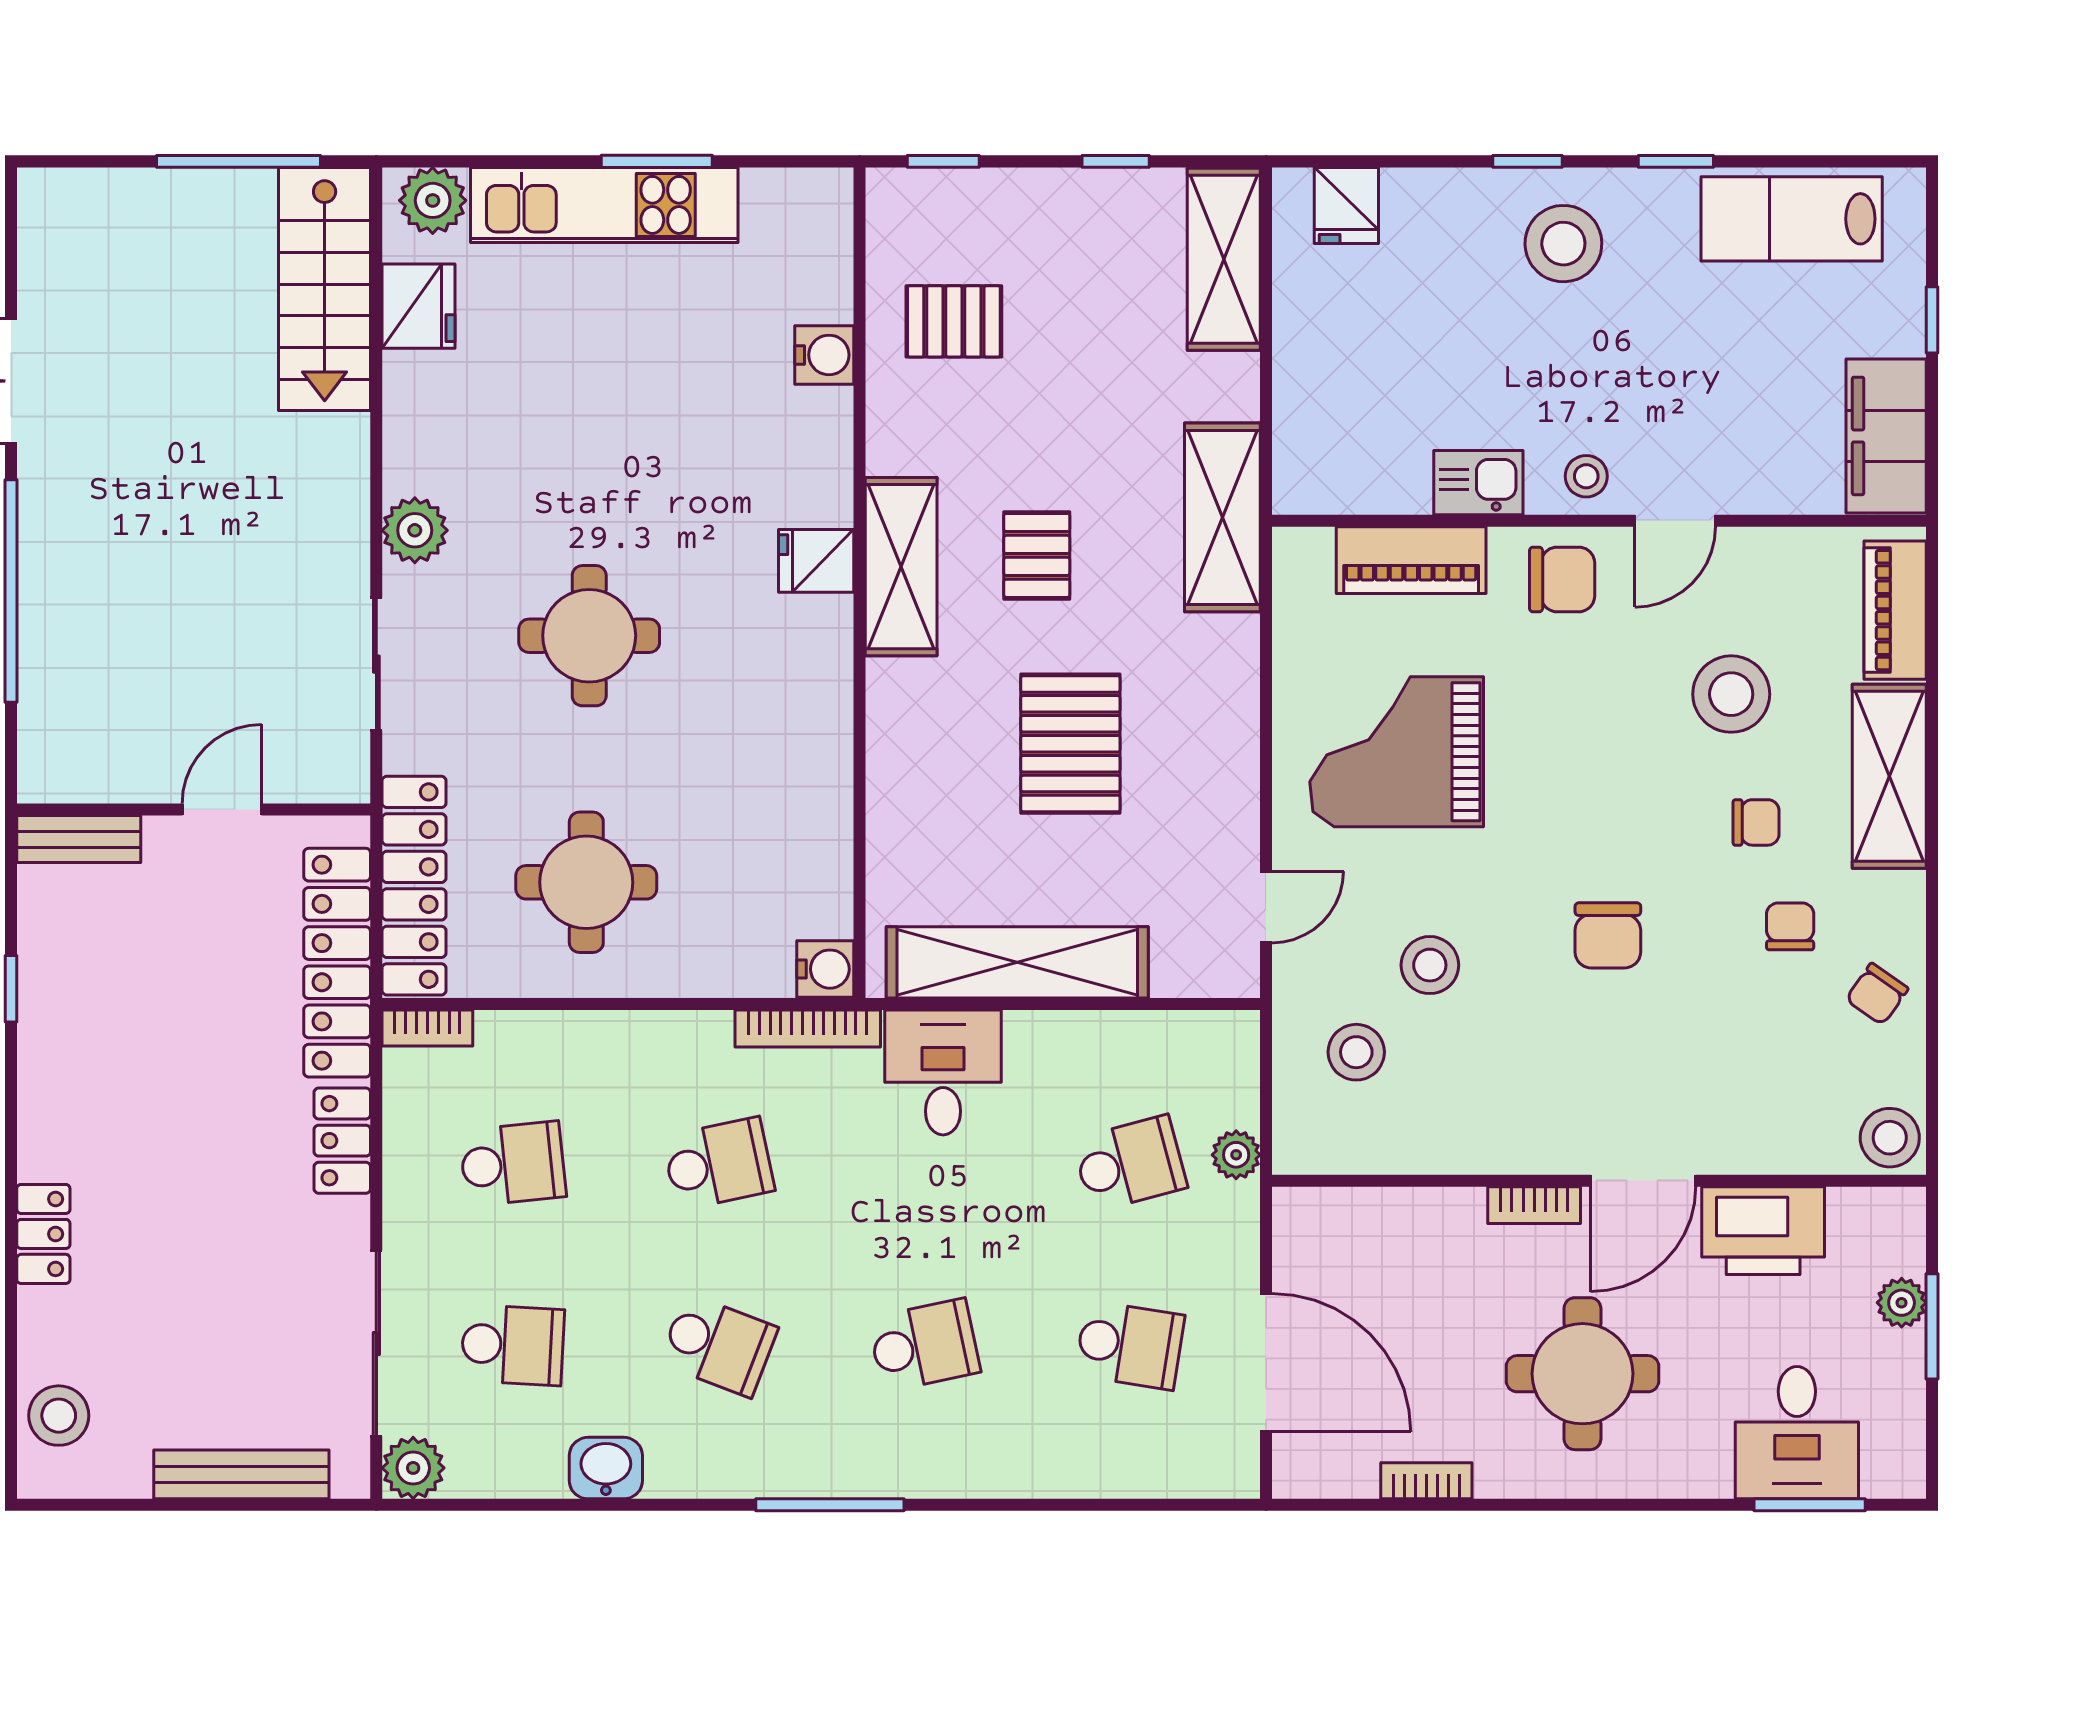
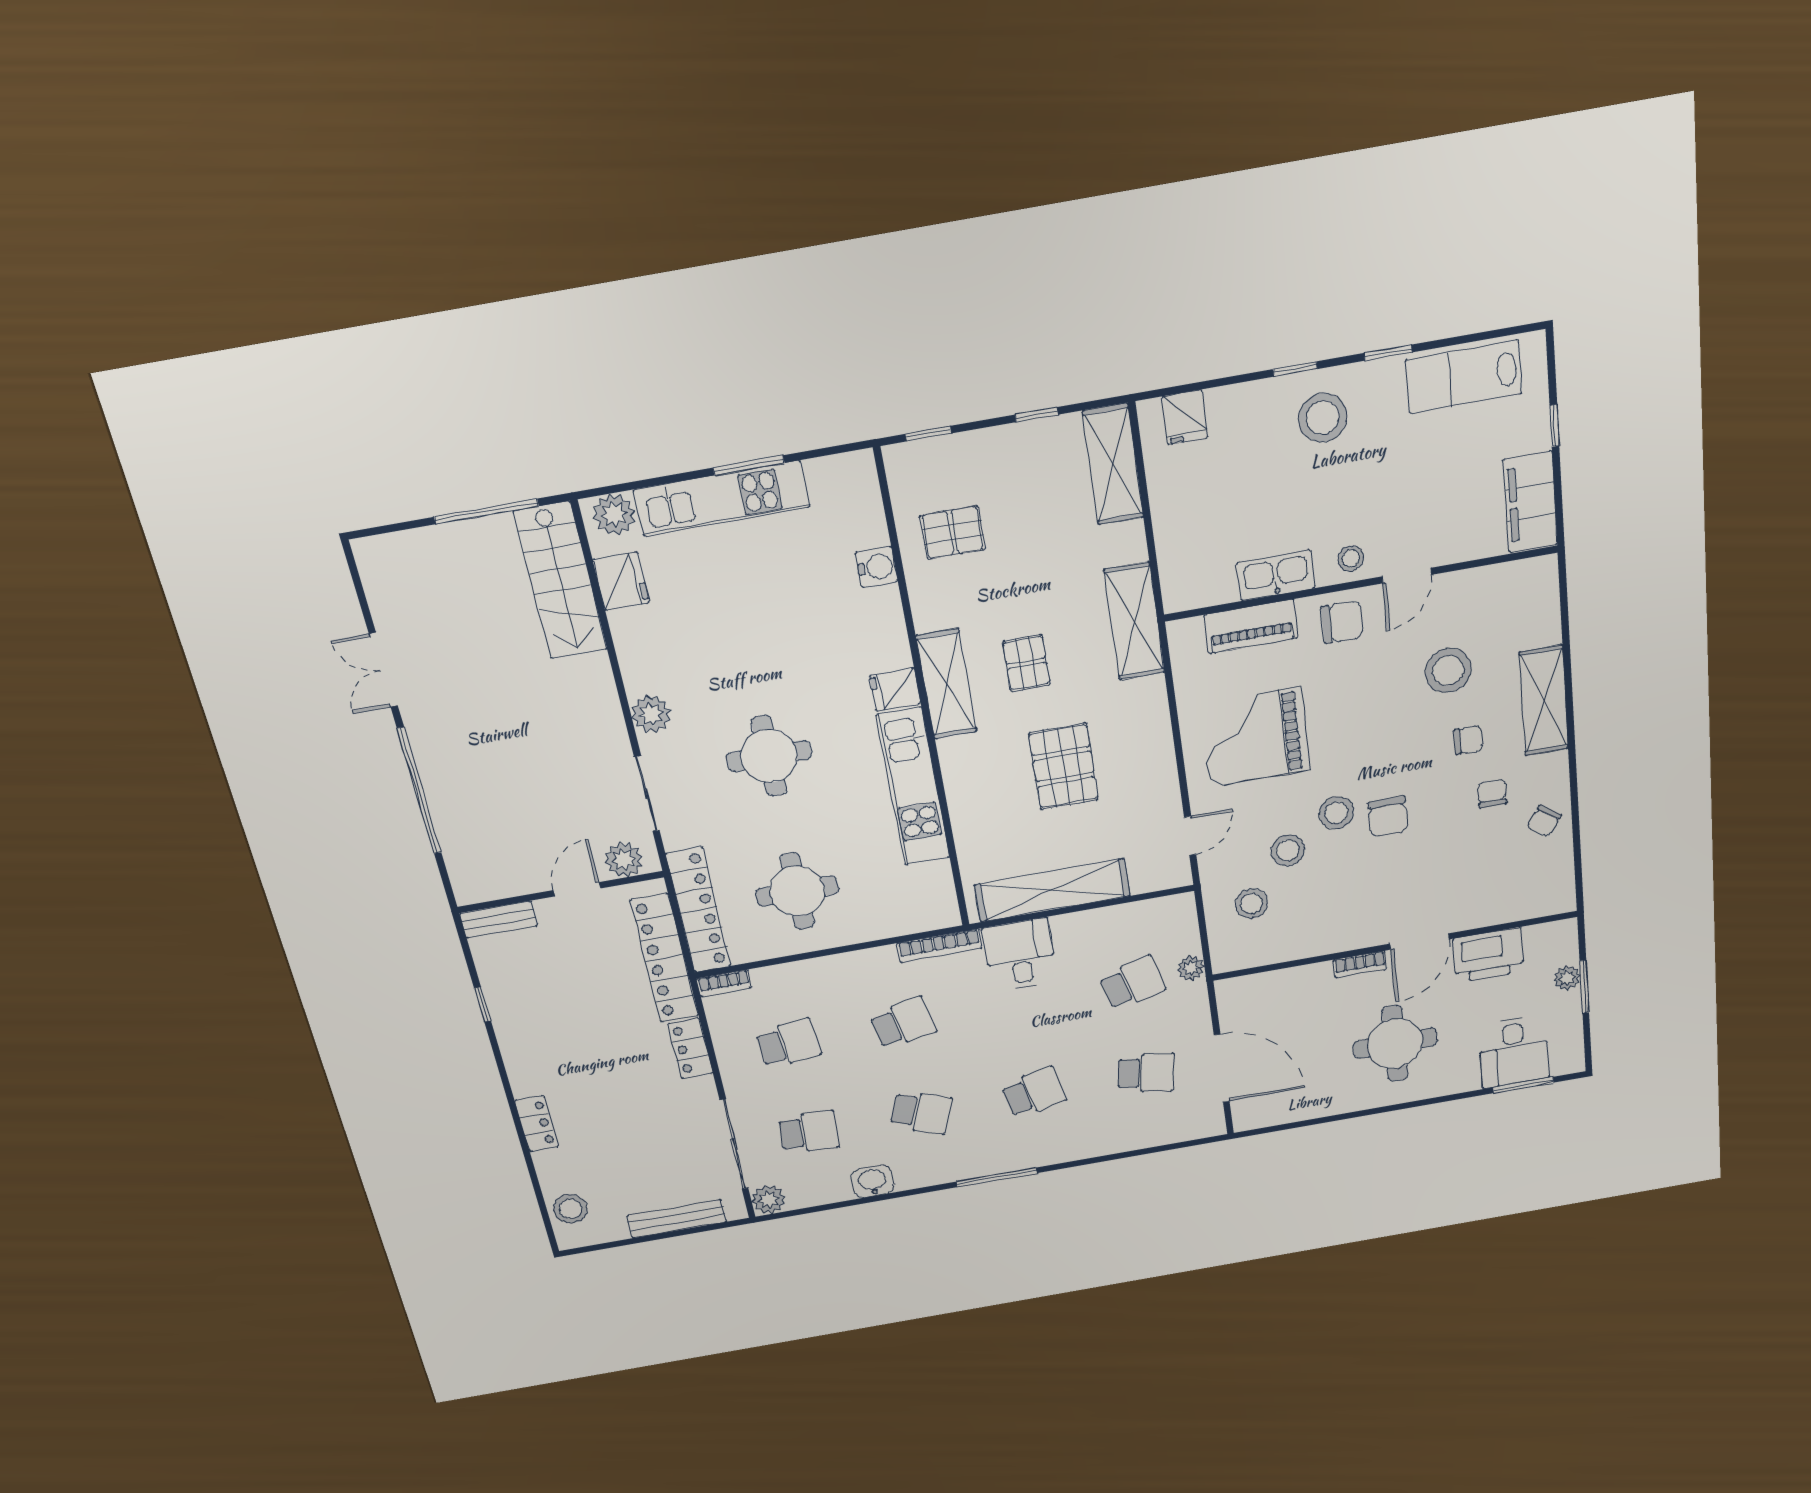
kitchen sink: (1478, 483) -> (1276, 575), width x1.38
piano: (1895, 610) -> (1542, 605), removed
kitchen unit: (815, 733) -> (913, 787), added
plant: (311, 772) -> (624, 860), added
water cooler: (825, 969) -> (943, 913), removed
stool: (1890, 1138) -> (1336, 813), moved
bookcase: (1426, 1481) -> (1316, 1110), removed

